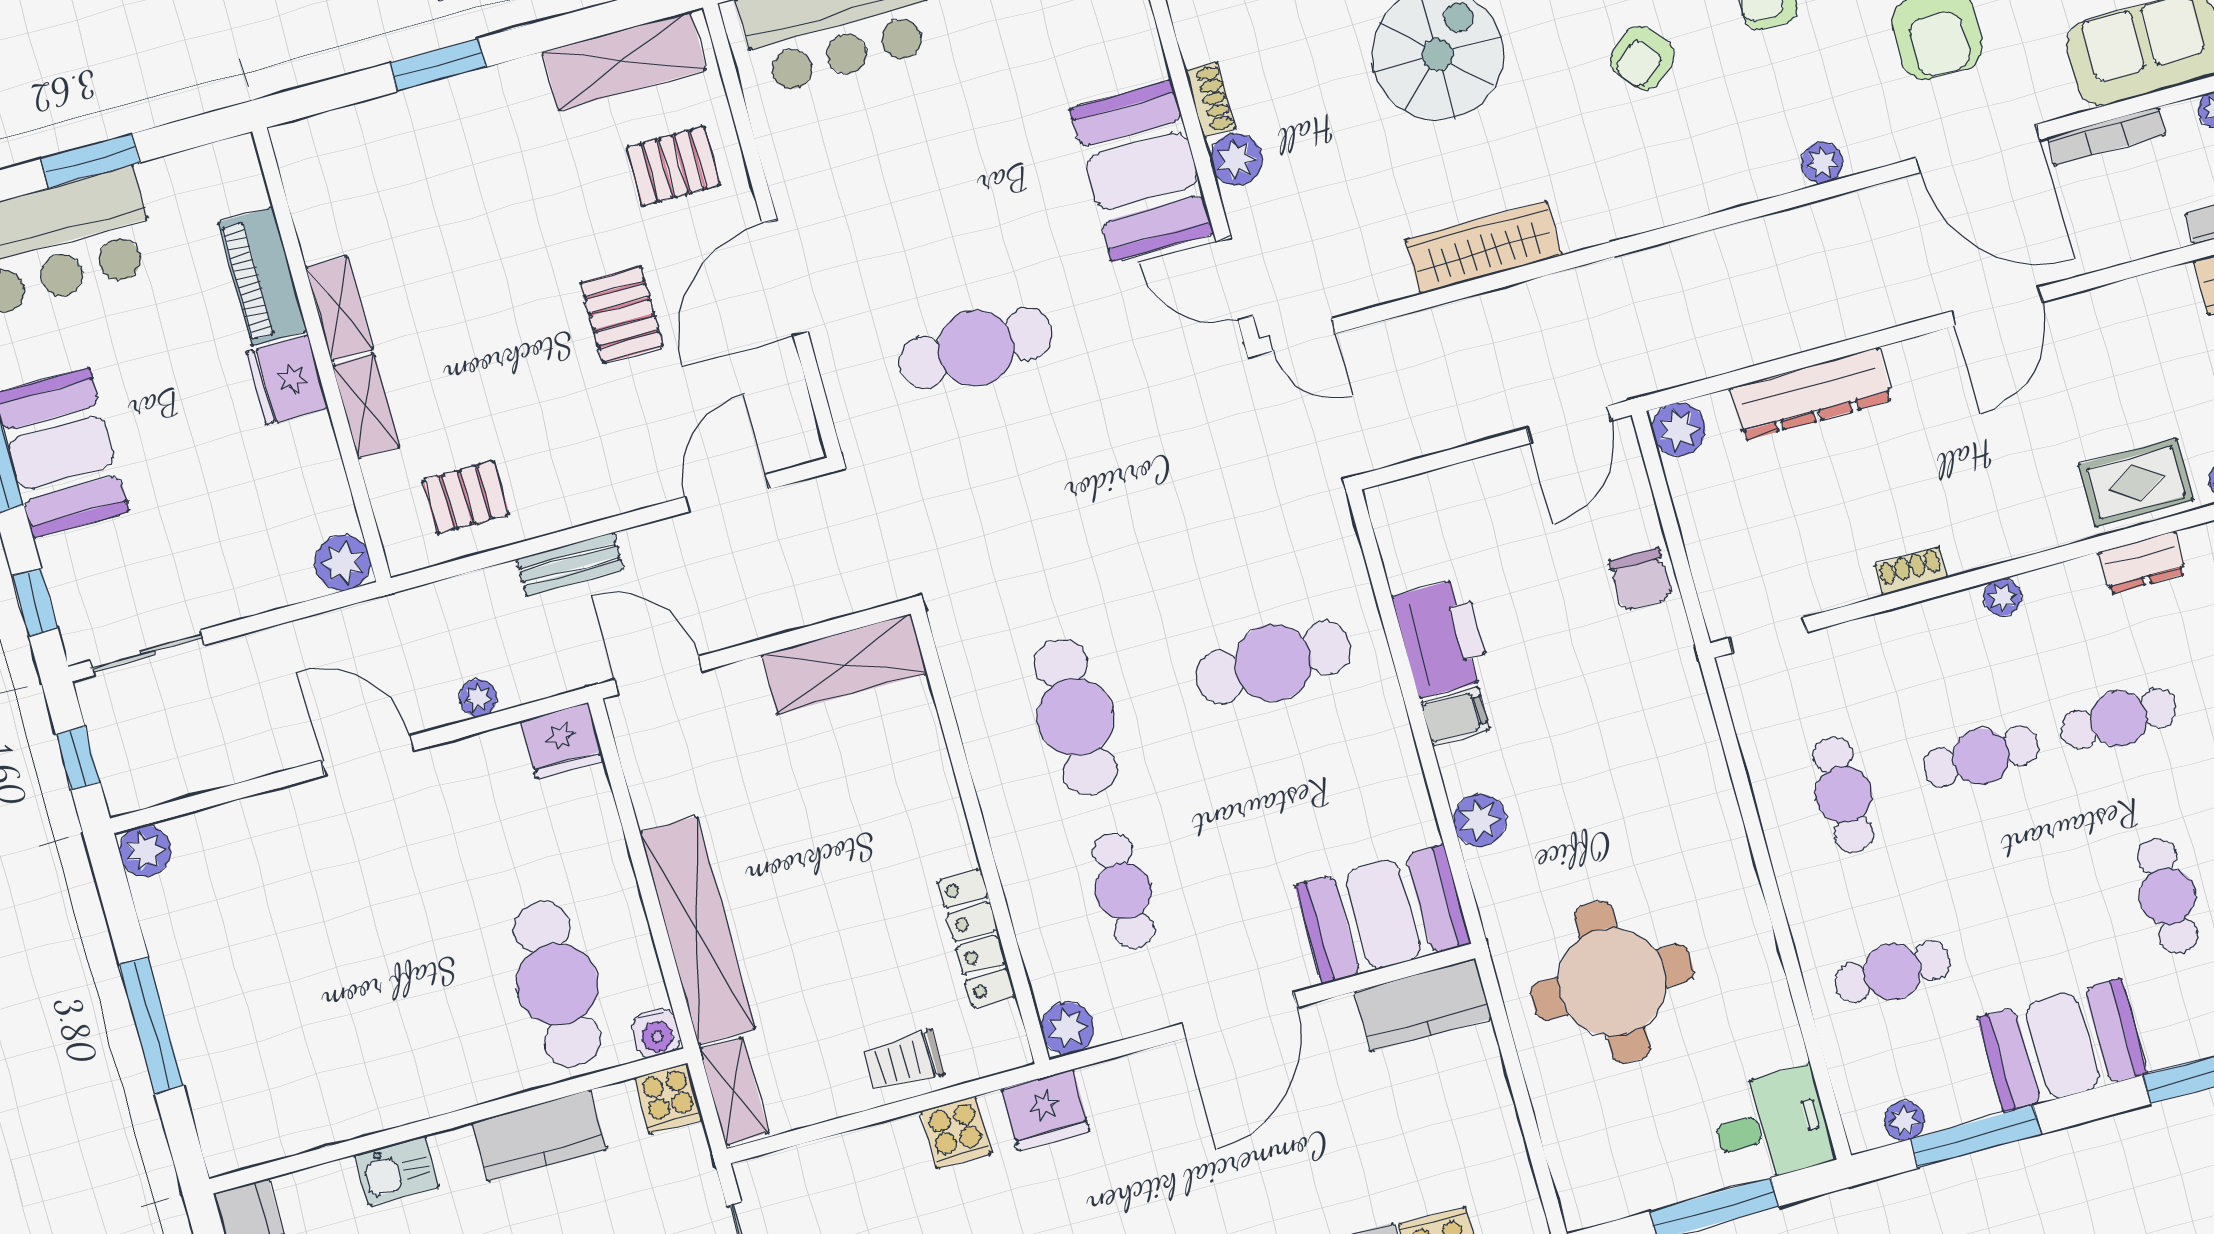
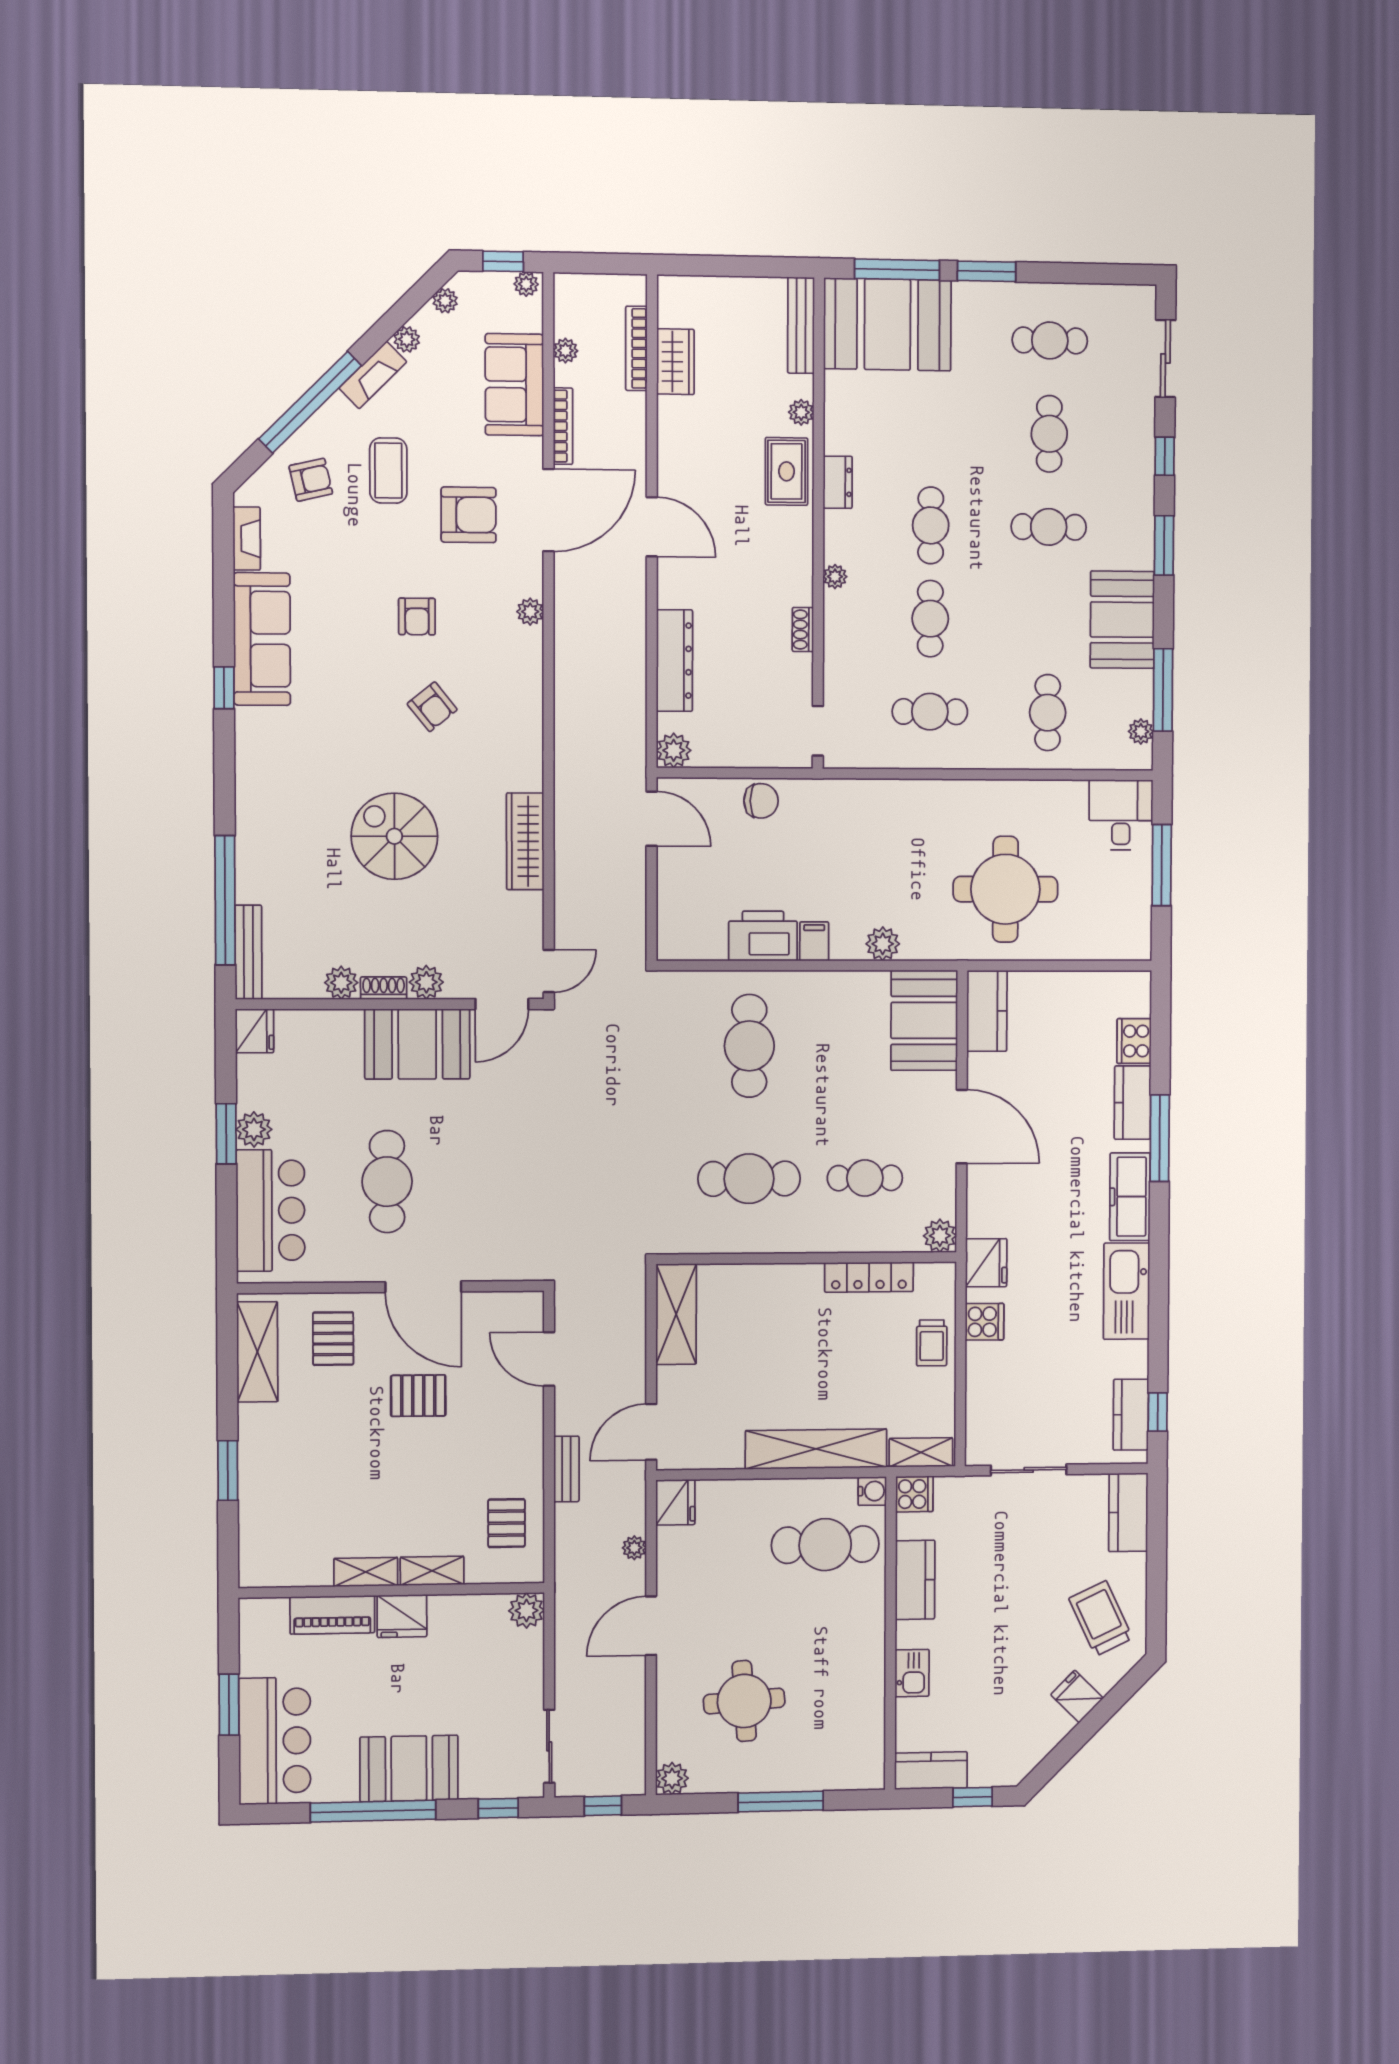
plant: (1201, 35) -> (341, 983), added
cafe table: (976, 348) -> (387, 1182), moved
round table: (290, 927) -> (744, 1701), added

